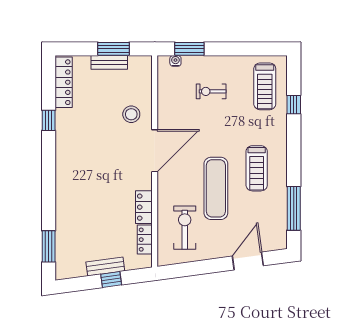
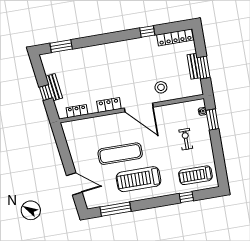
treadmill: (257, 168) -> (139, 179), width x1.37, depth x1.38
locker: (144, 207) -> (109, 105), moved
exercise bike: (185, 228) -> (90, 137), removed

